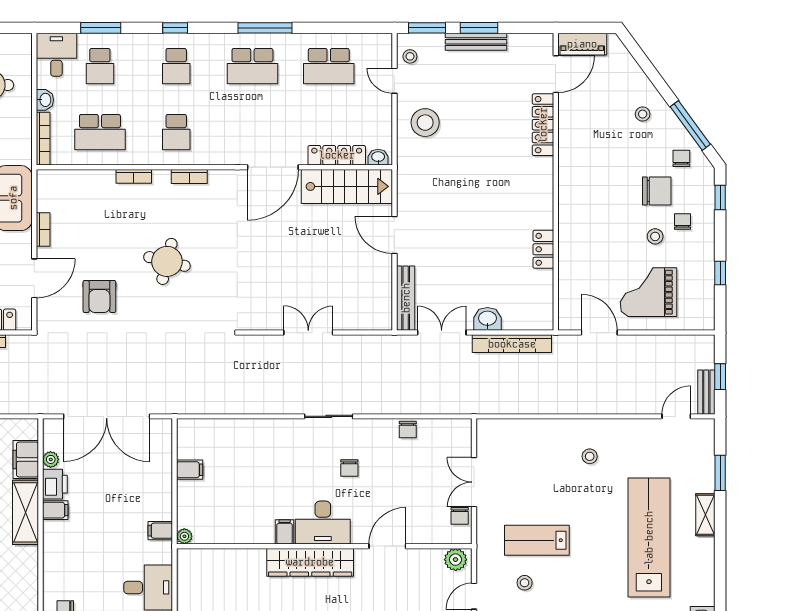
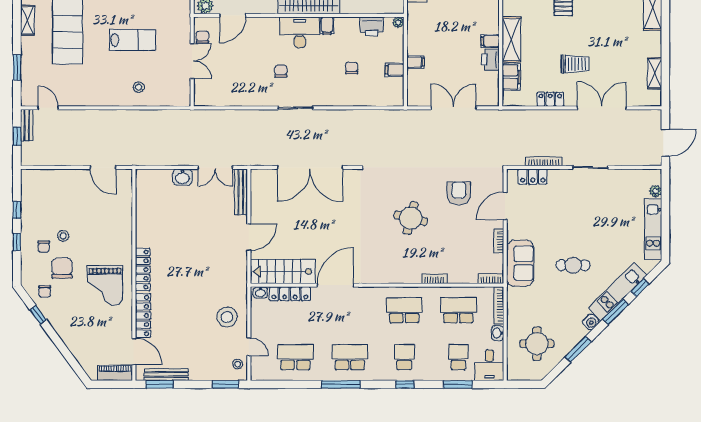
window: (479, 28) -> (159, 384), moved
bench: (476, 42) -> (166, 375), moved
door: (556, 74) -> (134, 351), swing flipped
stool: (643, 114) -> (72, 323), removed
window: (690, 126) -> (38, 315), width x0.46
school desk: (176, 132) -> (404, 310), width x1.85
bookcase: (189, 176) -> (491, 279), moved
chair: (657, 191) -> (62, 268), turned 90
window: (720, 197) -> (17, 242), moved
door: (394, 235) -> (249, 237), hinge flipped
locker: (543, 249) -> (143, 270), moved, width x1.53
grand piano: (649, 292) -> (105, 285), moved, turned 90
double door: (308, 333) -> (310, 167), width x1.87
bookcase: (512, 344) -> (165, 160), removed
double door: (107, 416) -> (454, 108), width x0.73
door: (676, 416) -> (48, 108), swing flipped
chair: (408, 430) -> (352, 68), moved
stool: (590, 456) -> (139, 87), moved
plant: (51, 459) -> (493, 77), removed
shelving: (705, 515) -> (27, 20), moved
filing cabinet: (160, 531) -> (415, 62), moved
printer: (222, 531) -> (372, 26), added
lab bench: (537, 540) -> (132, 40), moved
door: (387, 546) -> (233, 15), moved

